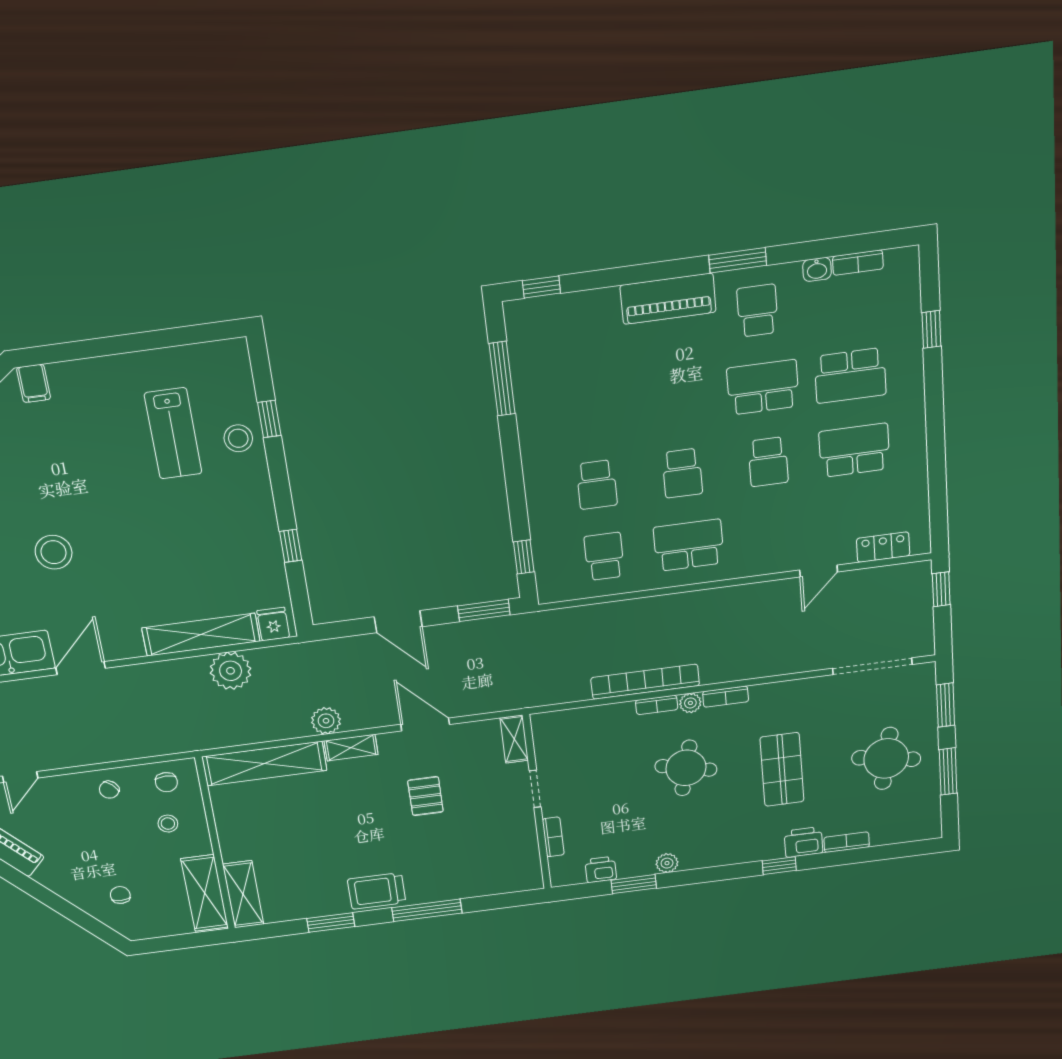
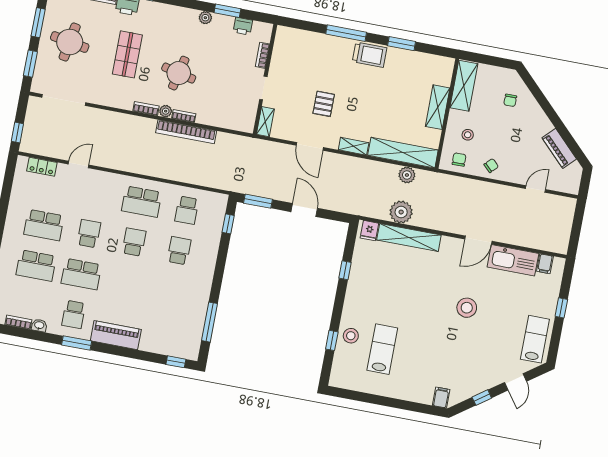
school desk: (850, 376) -> (36, 265), turned 180
plant: (326, 721) -> (407, 175), moved
shelving: (243, 894) -> (438, 107), moved

